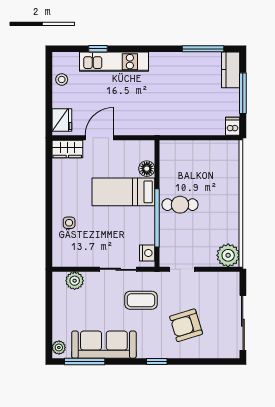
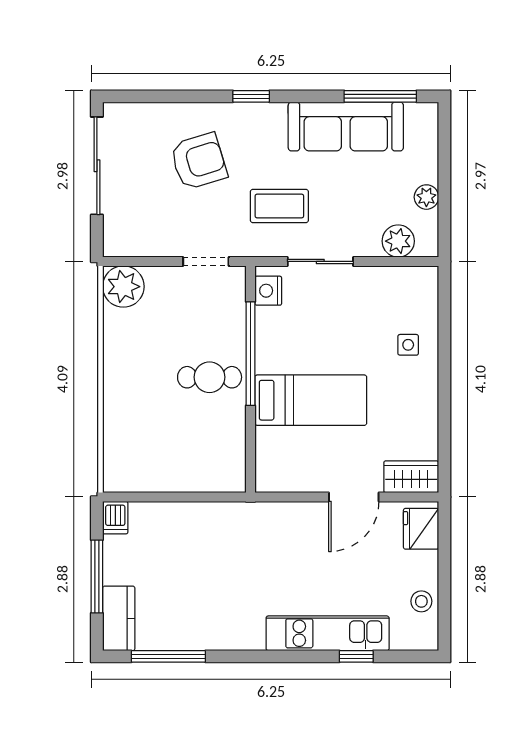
floor lamp: (147, 169) -> (269, 442), removed
plant: (59, 347) -> (426, 197), moved

